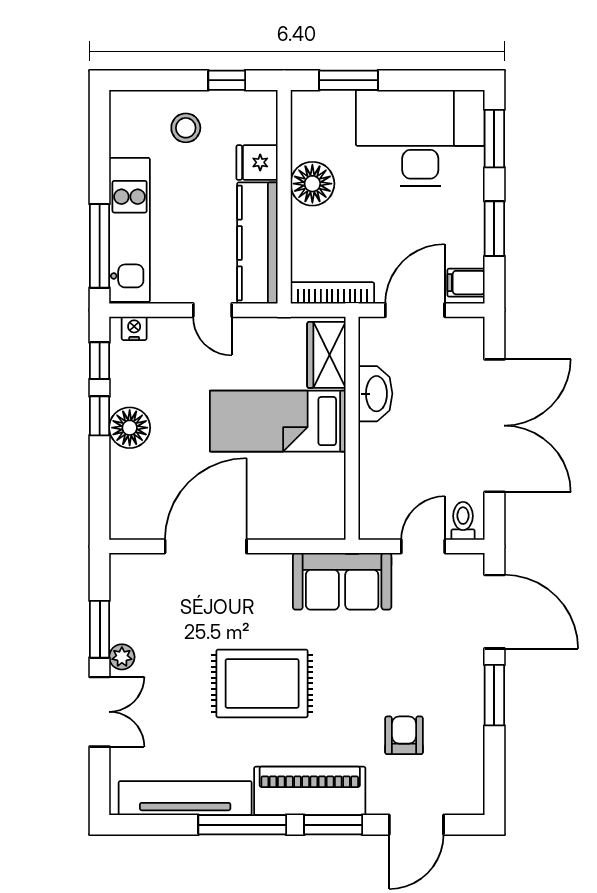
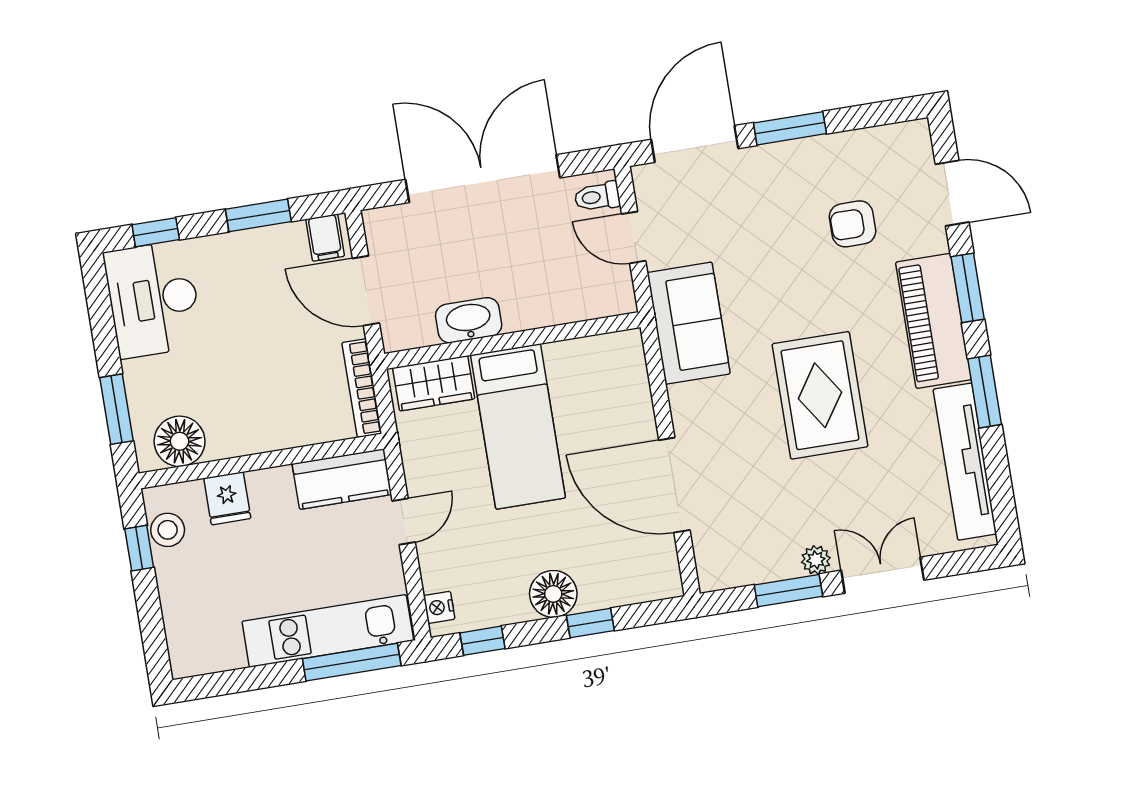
stool: (186, 128) -> (168, 530), moved
desk: (420, 138) -> (153, 299), width x0.73, depth x0.77
window: (494, 139) -> (156, 232), width x0.67
floor lamp: (312, 184) -> (180, 441), moved
kitchen counter: (257, 243) -> (342, 479), width x0.67
window: (100, 416) -> (590, 623), moved
window: (242, 825) -> (985, 392), width x0.69

